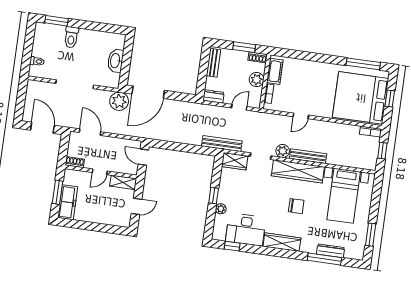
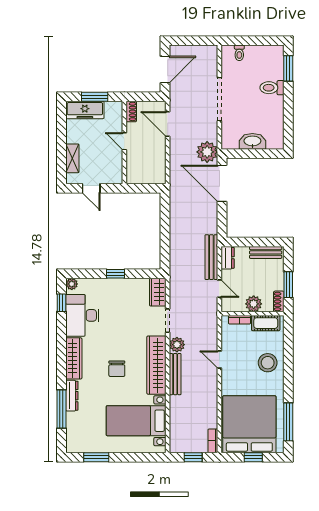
stool: (309, 74) -> (268, 363), added
door: (90, 132) -> (168, 124), swing flipped
bench: (222, 144) -> (211, 257), moved
door: (143, 157) -> (148, 188), removed
shelving: (123, 182) -> (72, 158), moved
plant: (221, 209) -> (72, 284), moved
dresser: (331, 251) -> (72, 396), moved

